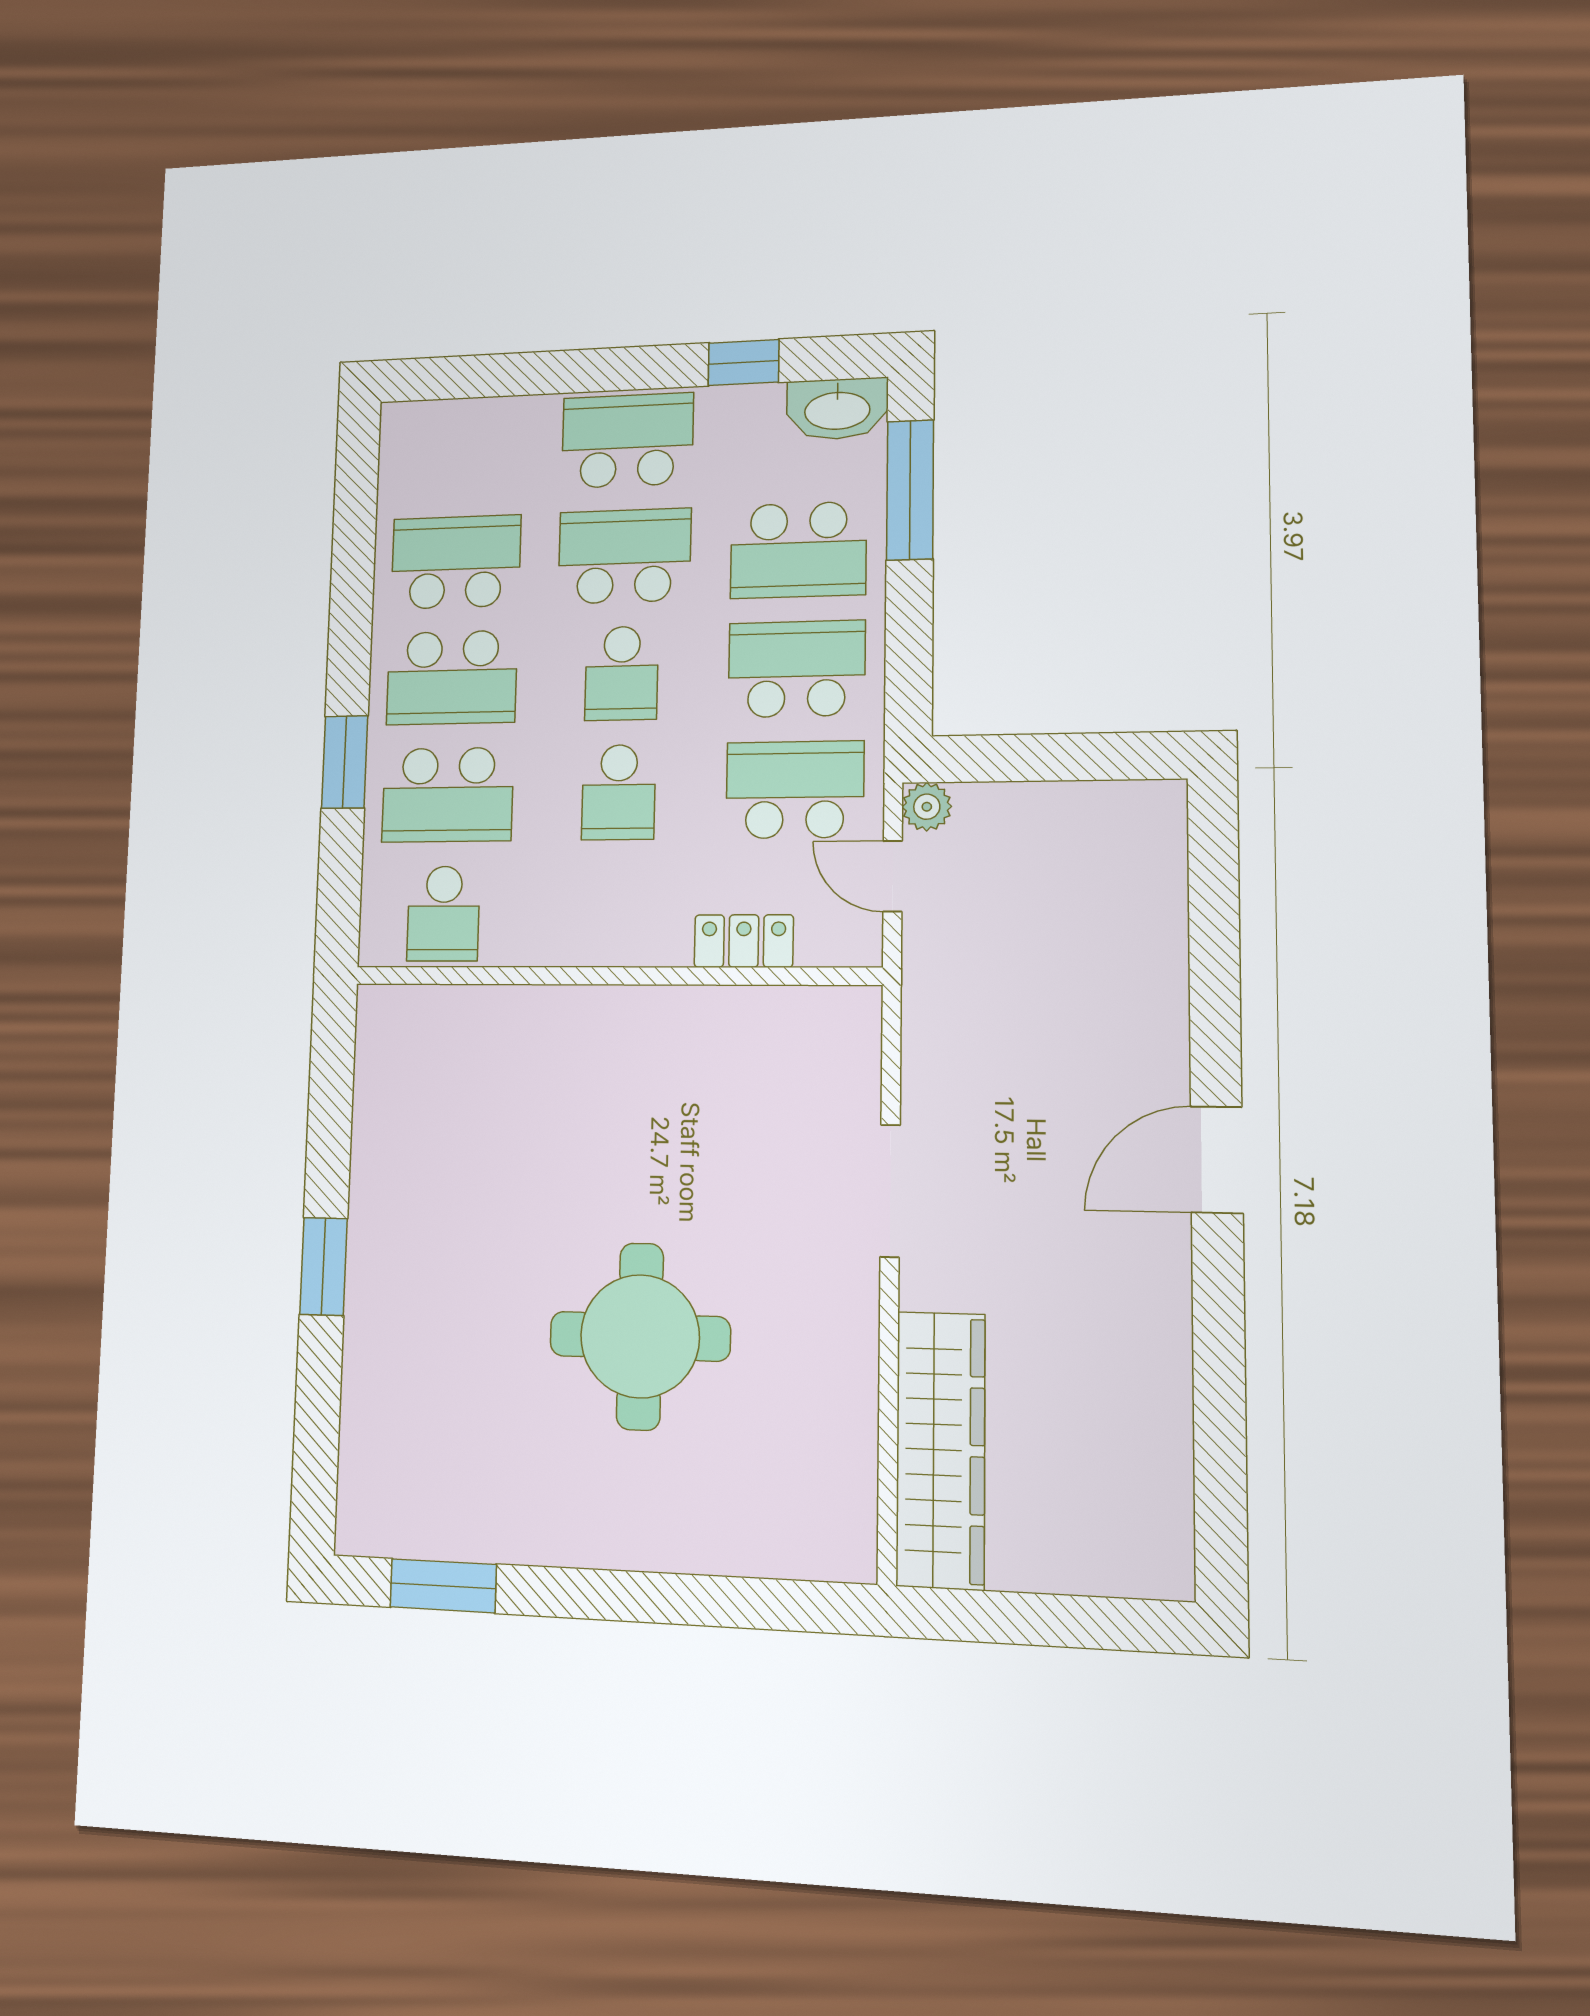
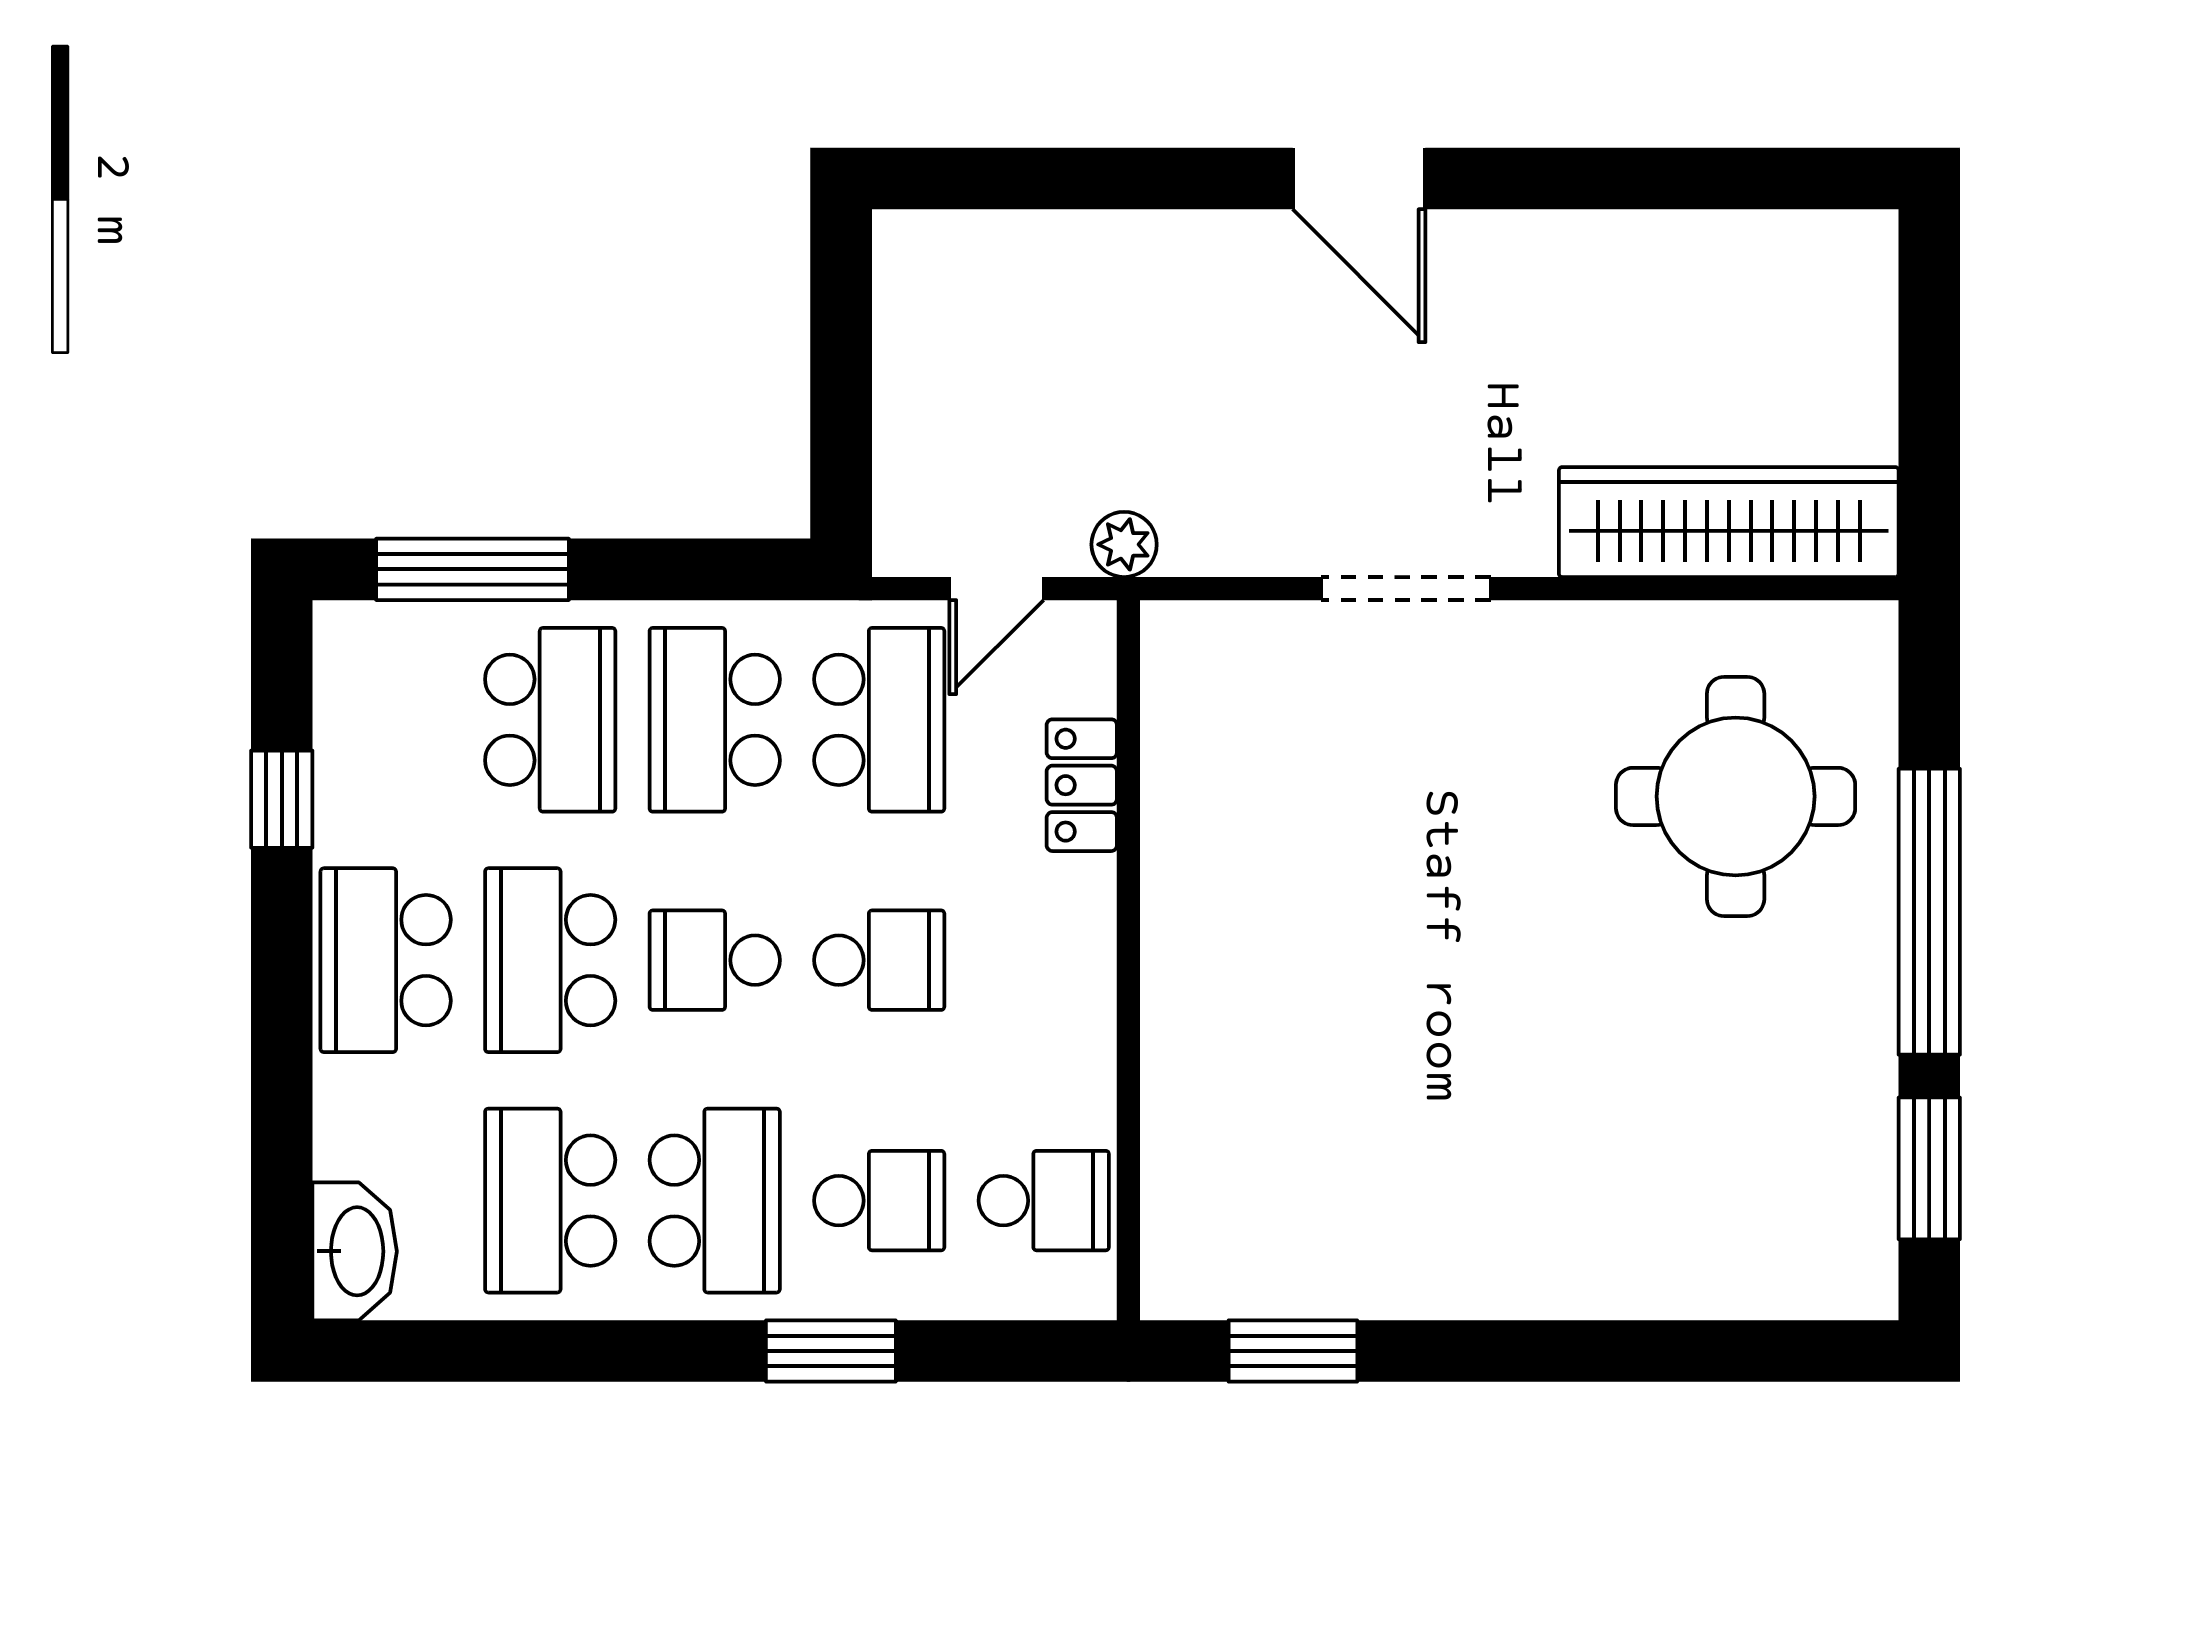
washbasin: (837, 409) -> (355, 1251), moved
school desk: (622, 673) -> (715, 960), turned 180
school desk: (795, 790) -> (879, 720), turned 180
school desk: (448, 795) -> (879, 1201), width x0.54
plant: (927, 807) -> (1124, 544), moved
window: (324, 1266) -> (1293, 1351), moved
round table: (640, 1336) -> (1736, 796), moved
window: (635, 1597) -> (1929, 912), added

